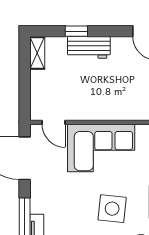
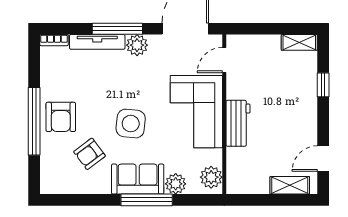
workbench: (89, 47) -> (238, 123), moved, turned 180
plant: (40, 203) -> (137, 45), added

